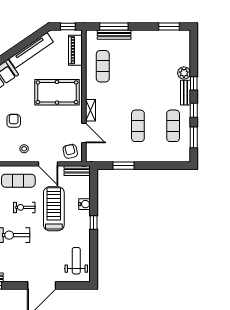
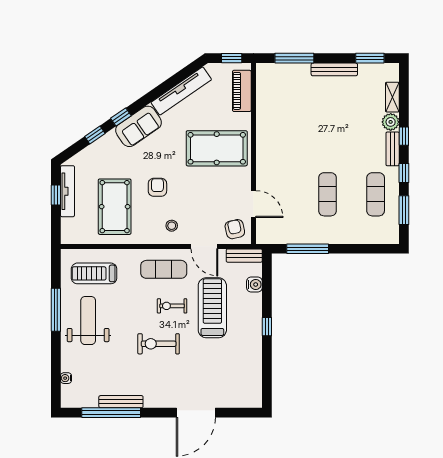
bench: (114, 35) -> (334, 69), moved
exercise mat: (103, 66) -> (279, 113), removed
shelving: (91, 110) -> (392, 97), moved
window: (123, 166) -> (308, 249), width x1.44
water cooler: (85, 204) -> (254, 284), moved
weight bench: (76, 261) -> (243, 379), removed

